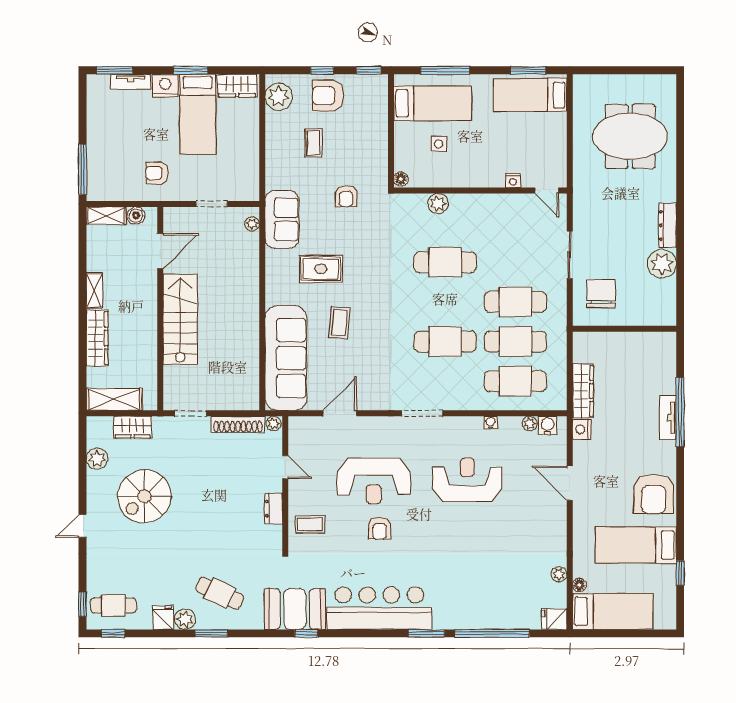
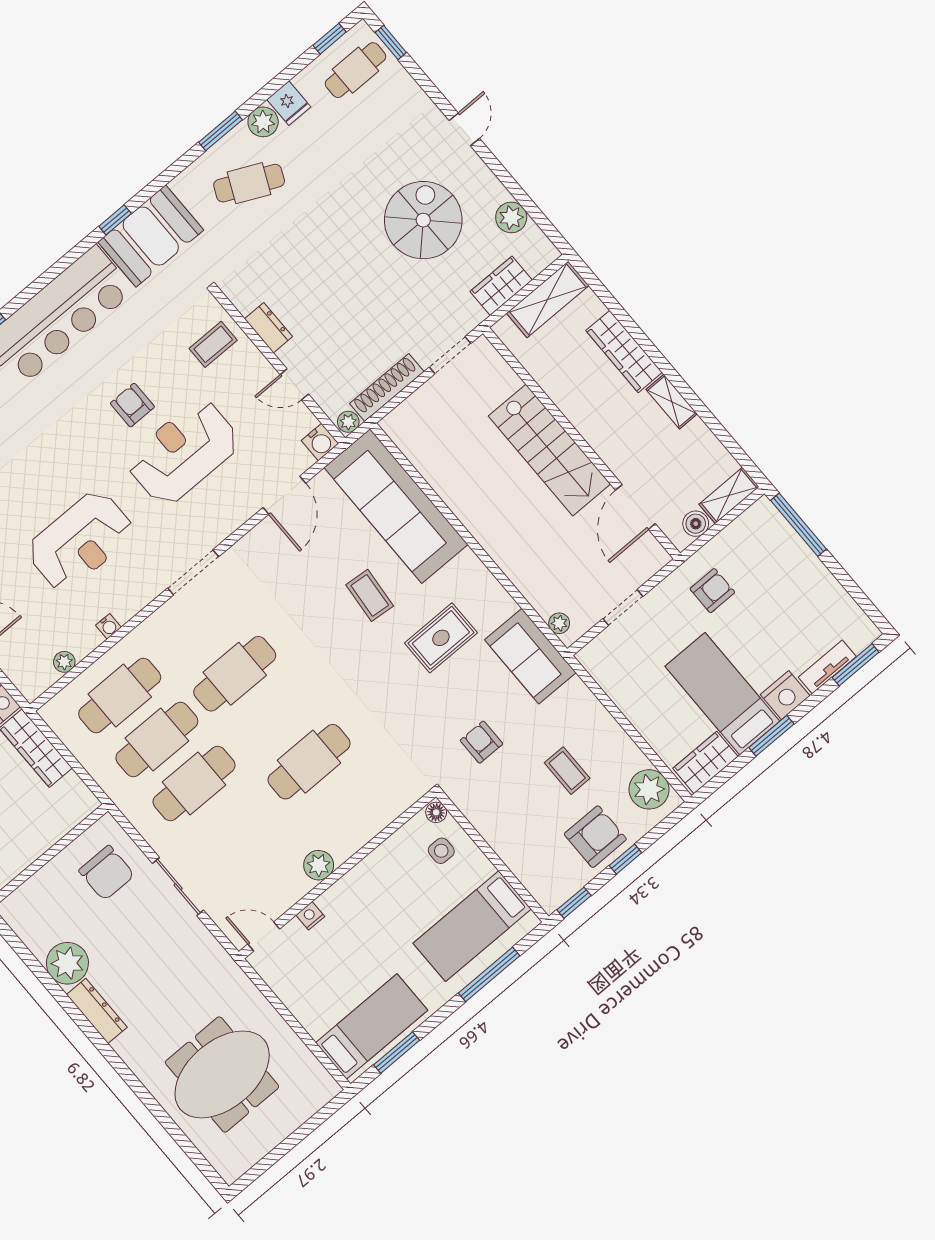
side table: (439, 144) -> (441, 851), moved
plant: (438, 204) -> (319, 865), moved
water cooler: (548, 425) -> (320, 442), moved

